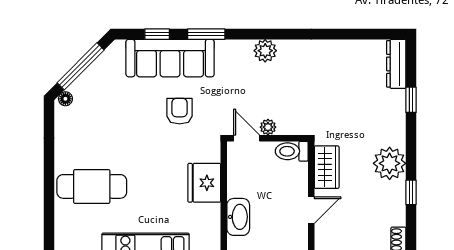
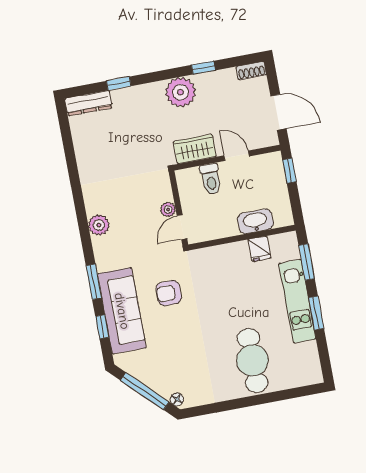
toilet: (292, 151) -> (211, 179), moved
fridge: (204, 183) -> (259, 249), moved, width x0.53, depth x0.75

